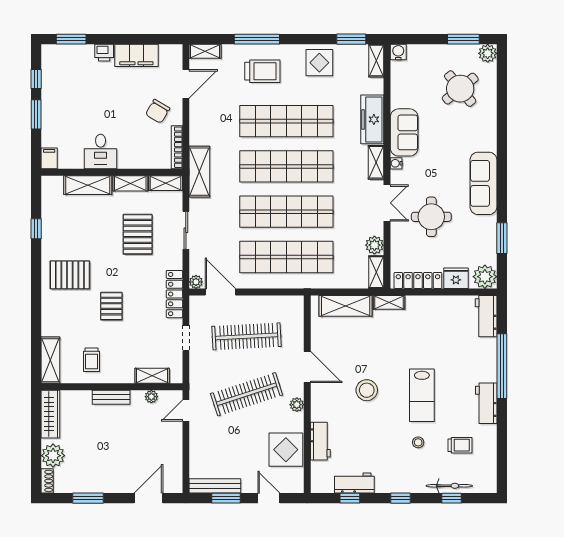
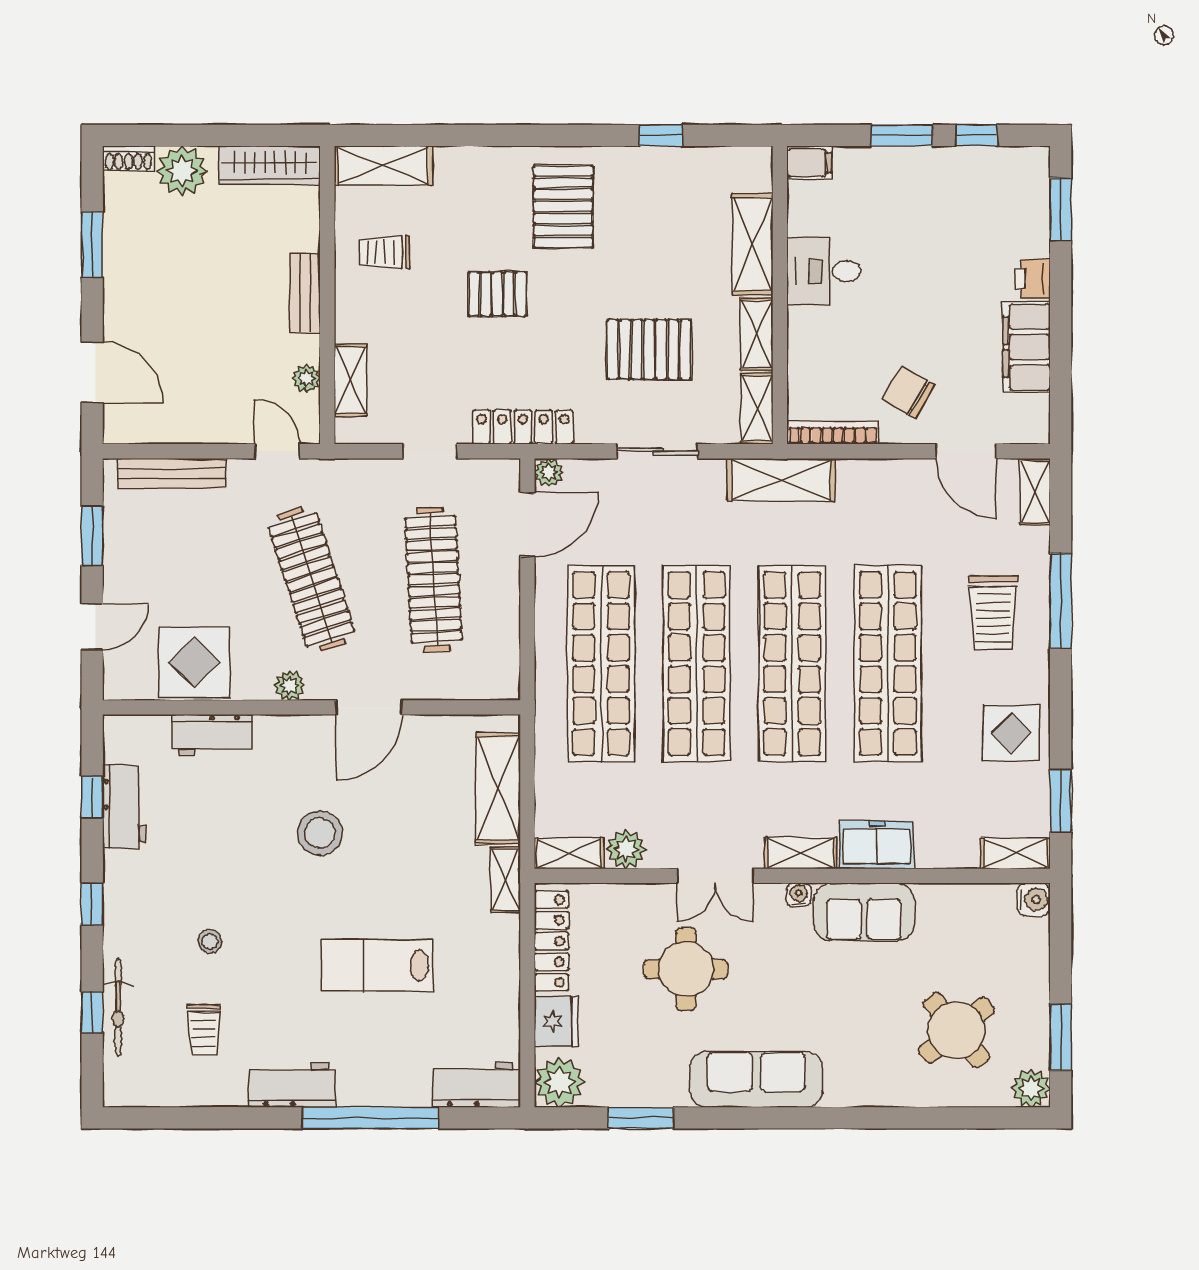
freezer: (372, 119) -> (877, 845), width x0.71
lab bench: (422, 395) -> (377, 965), moved
bench: (215, 486) -> (172, 473), moved, turned 90

